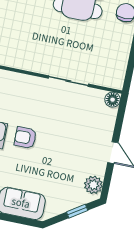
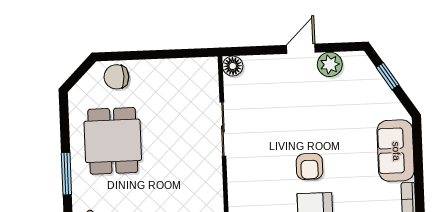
plant: (93, 185) -> (330, 64), moved

